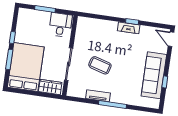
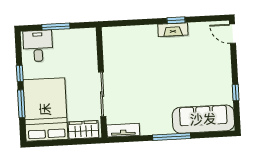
desk: (61, 25) -> (38, 46), moved
coffee table: (100, 65) -> (144, 87), removed
sofa: (154, 75) -> (203, 119), moved, turned 90
tv unit: (98, 96) -> (123, 130), moved

